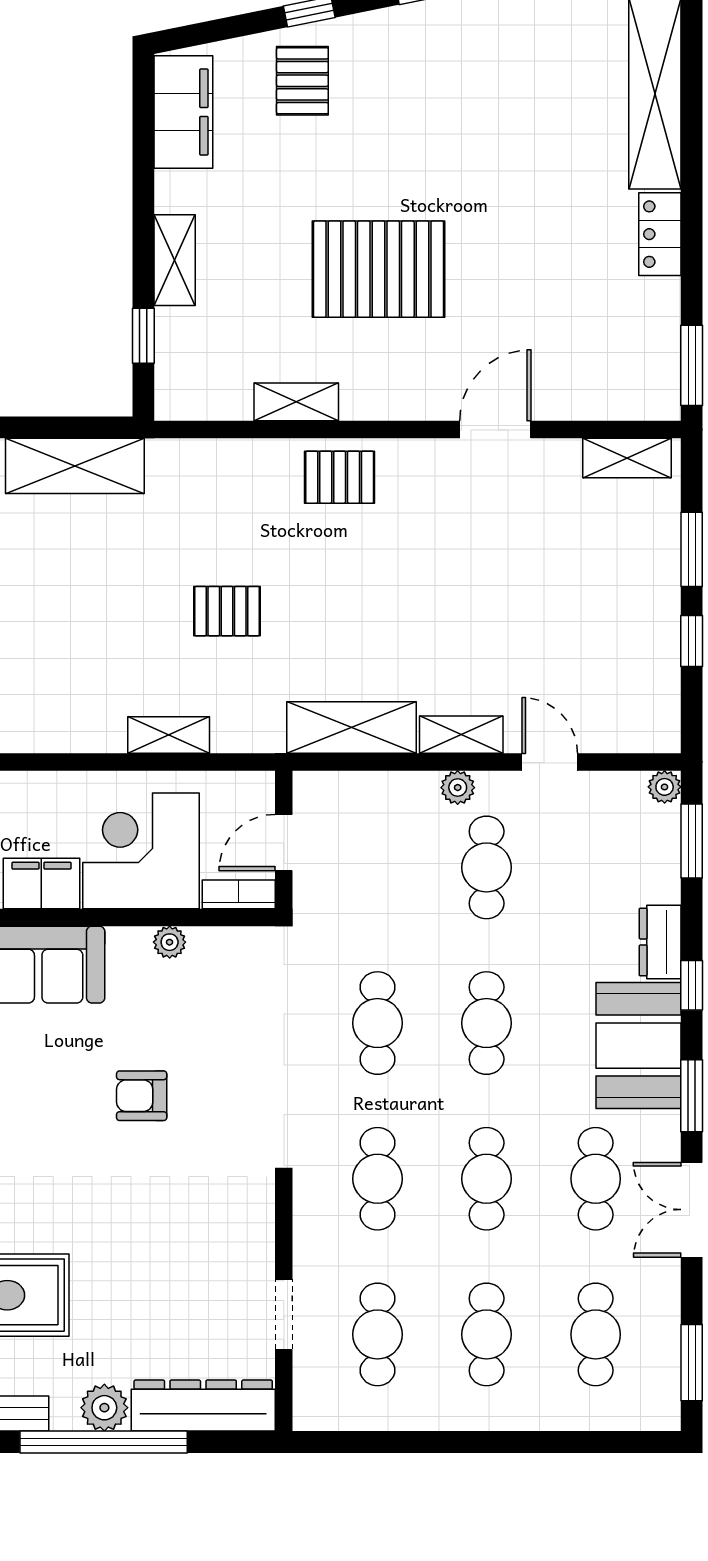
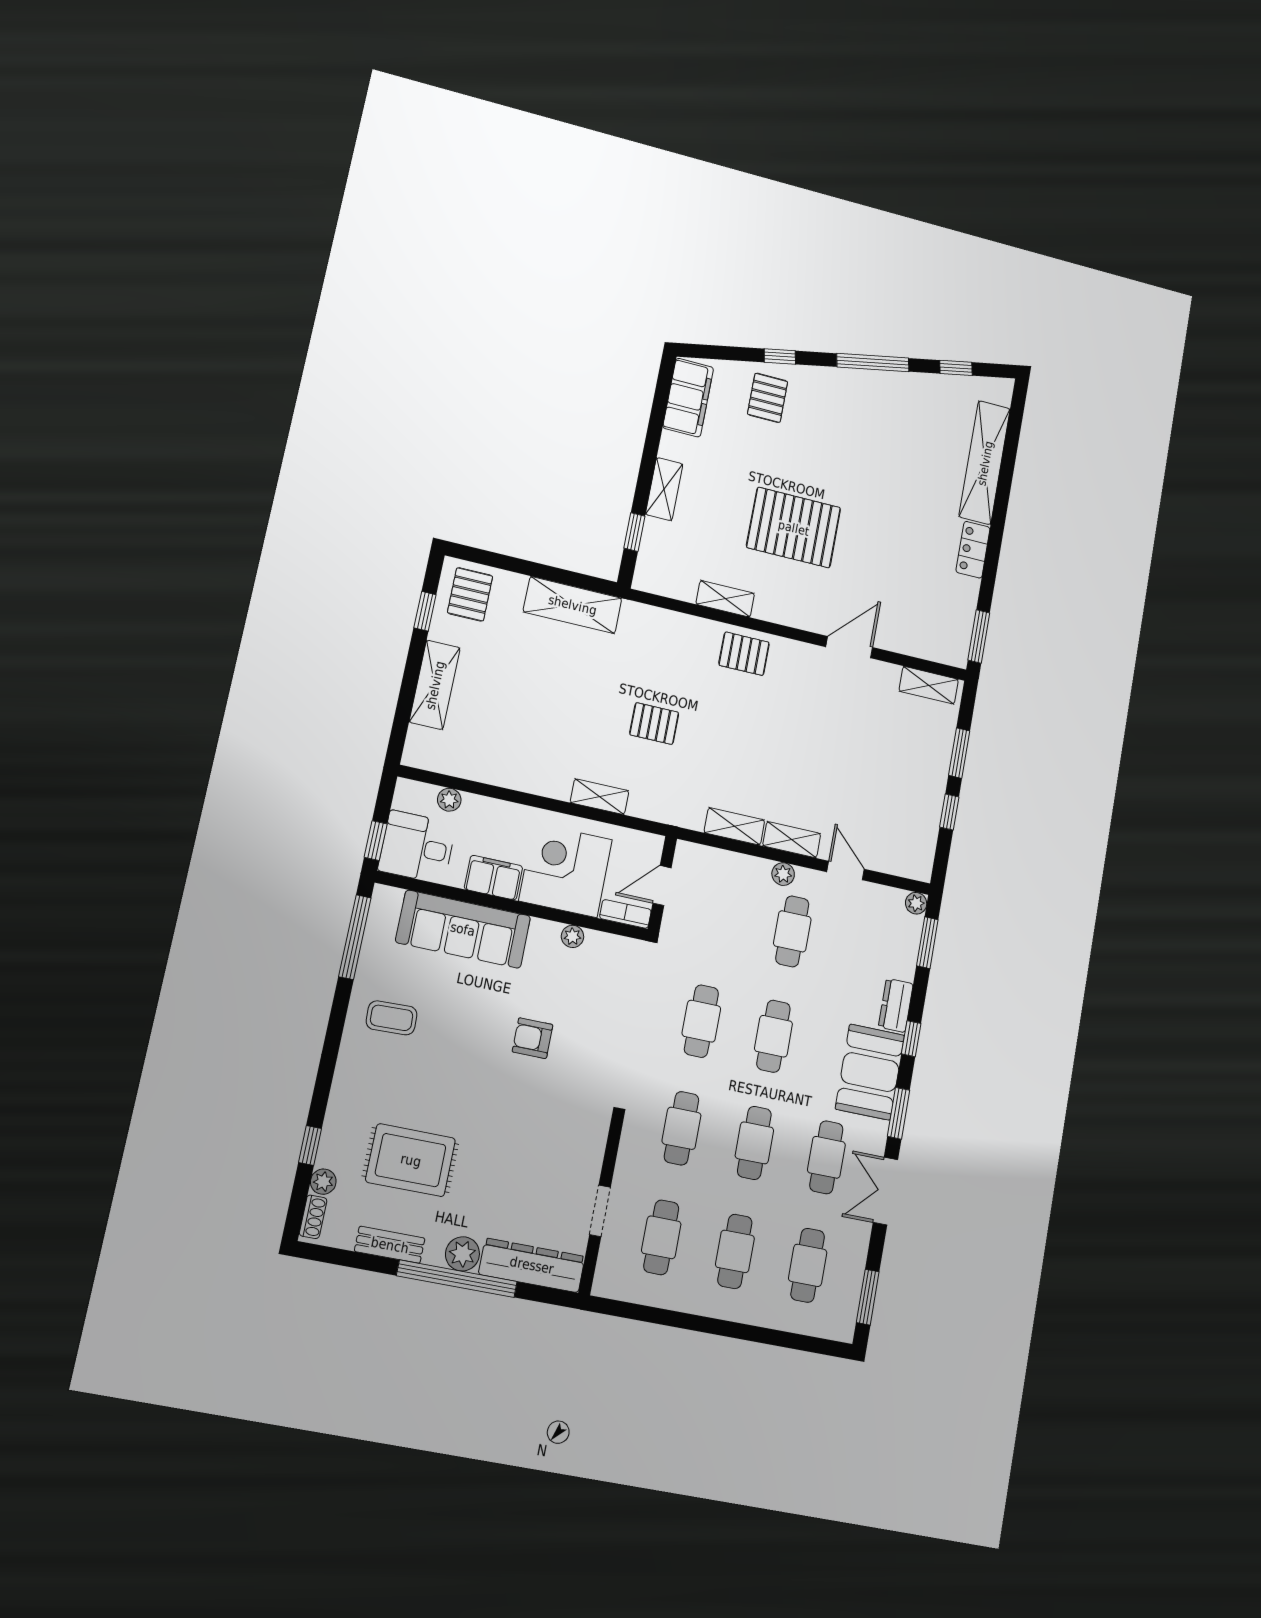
shelving: (351, 728) -> (734, 826), width x0.67, depth x0.75

